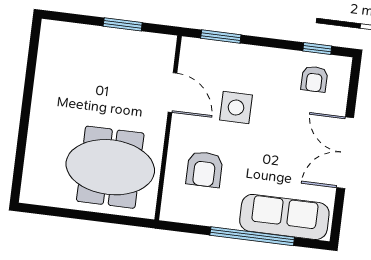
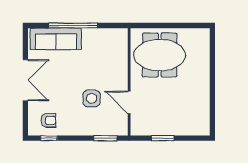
armchair: (314, 79) -> (48, 120), turned 90
armchair: (204, 169) -> (105, 61), removed

